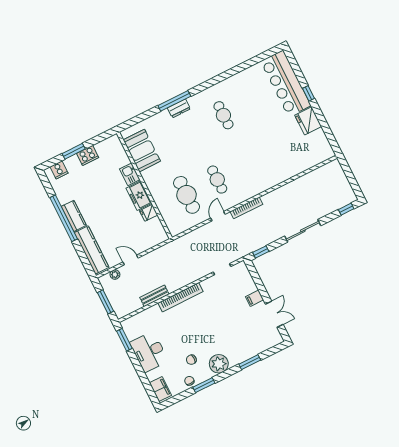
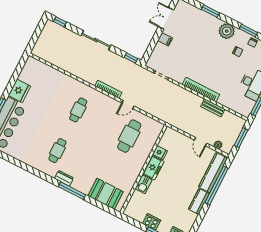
dresser: (179, 108) -> (64, 178), moved
booth: (142, 151) -> (106, 194), moved, turned 90
cafe table: (217, 180) -> (78, 110), moved
window: (64, 218) -> (217, 186), moved

